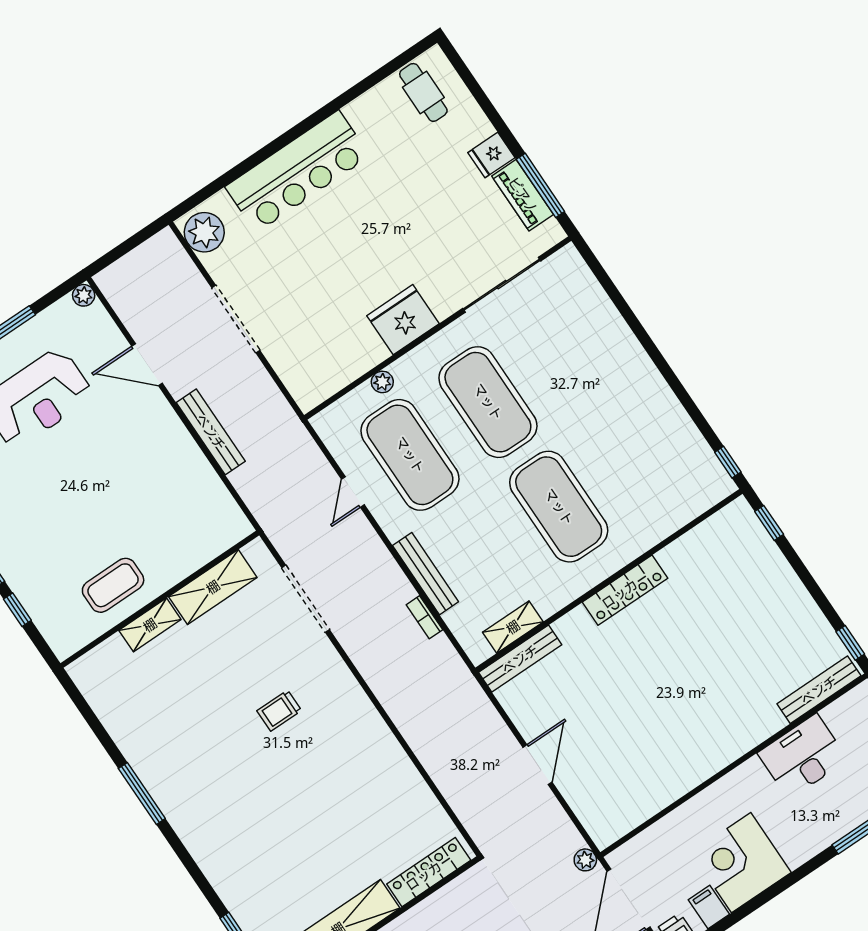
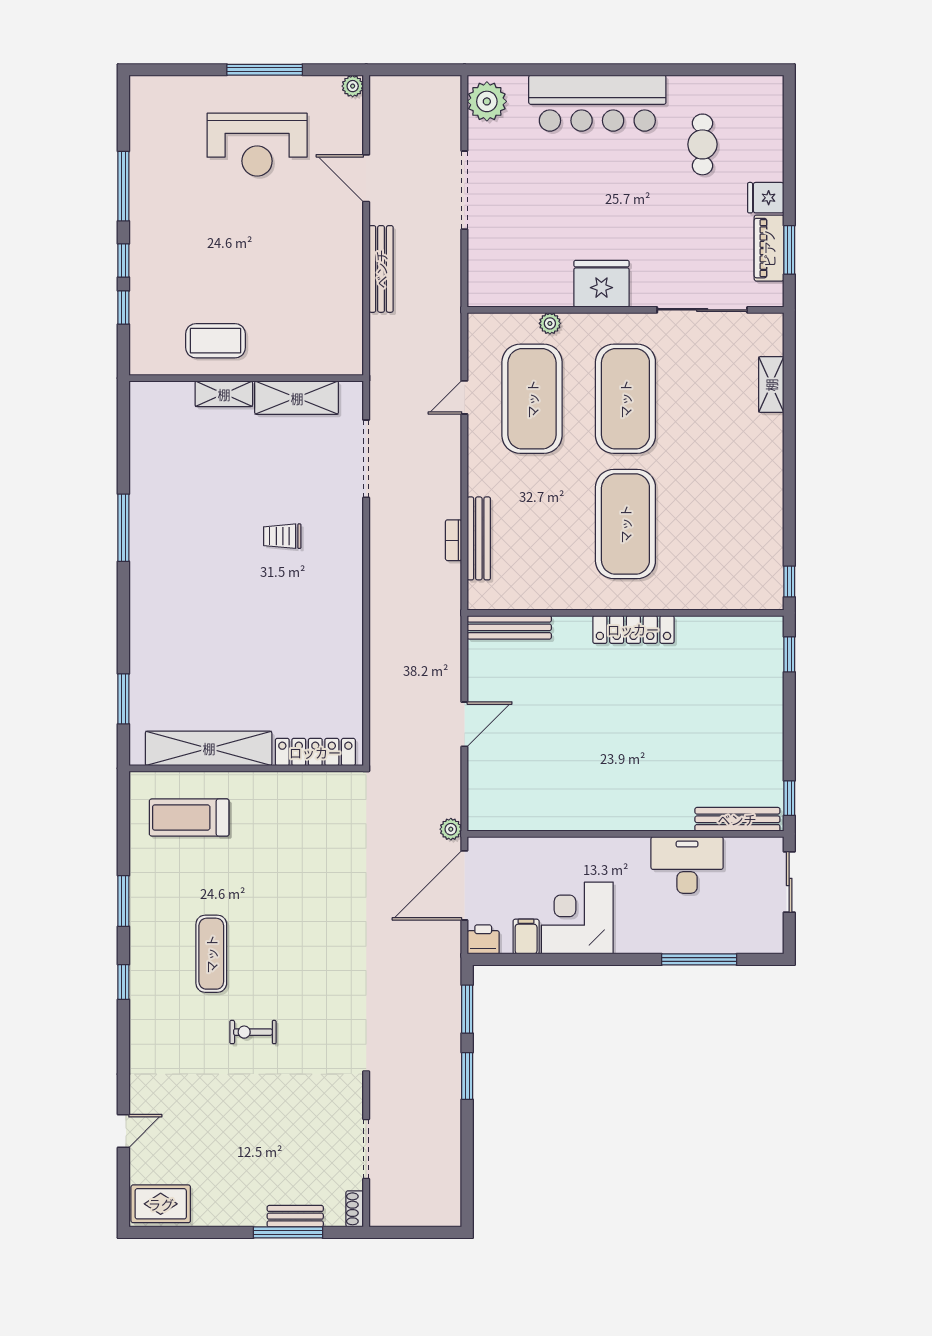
cafe table: (423, 92) -> (702, 144), moved
window: (540, 185) -> (789, 250), width x0.69
bench: (426, 574) -> (479, 538), moved
shelving: (513, 627) -> (771, 385), moved, turned 90

